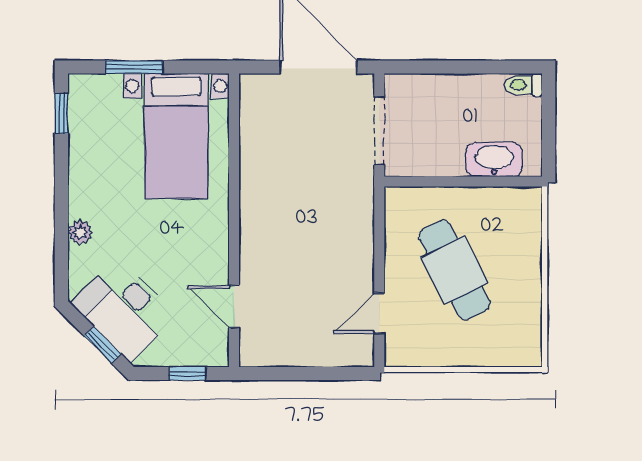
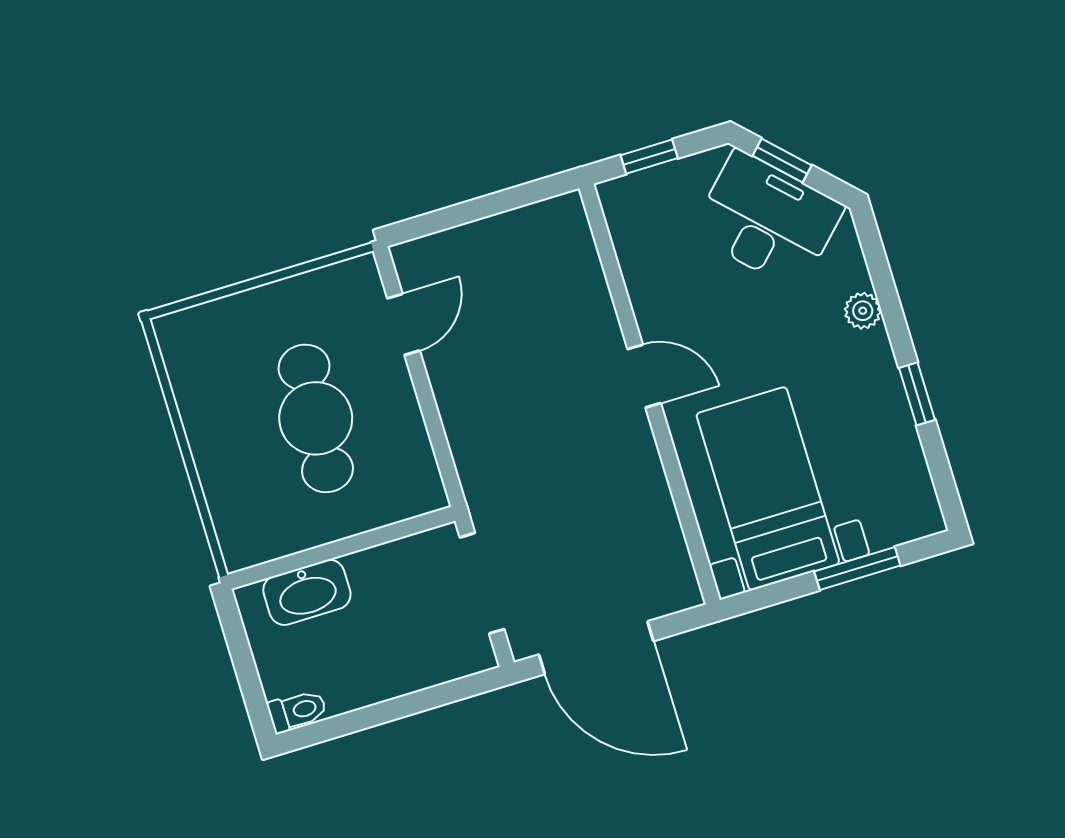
window: (61, 113) -> (917, 394), moved
cafe table: (454, 270) -> (316, 418), turned 31
door: (234, 307) -> (644, 376), moved

